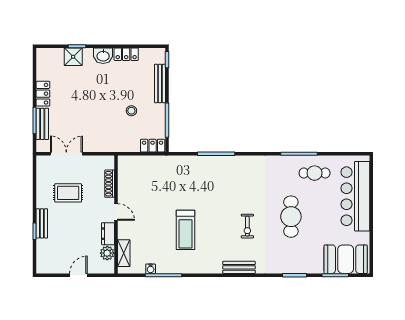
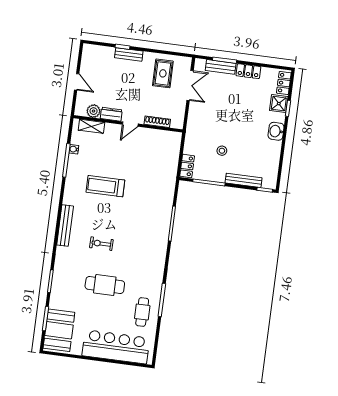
locker: (126, 54) -> (284, 83), moved
rug: (68, 193) -> (163, 73), moved
bench: (239, 267) -> (65, 225), width x1.36

